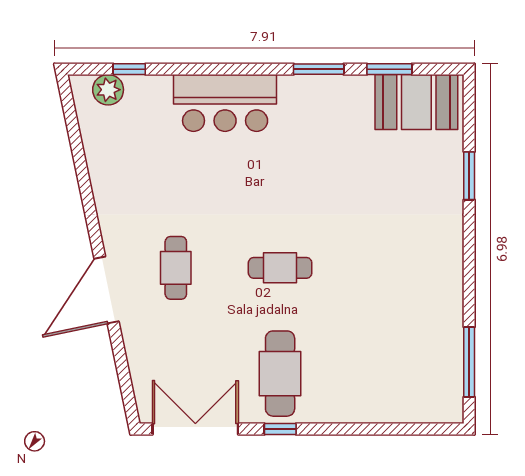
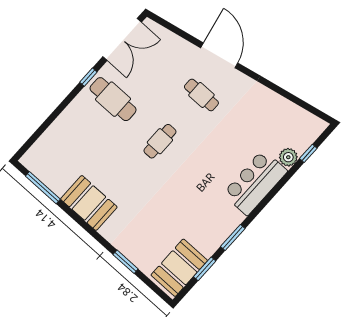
plant: (108, 90) -> (288, 157), moved
booth: (437, 287) -> (89, 203), added

